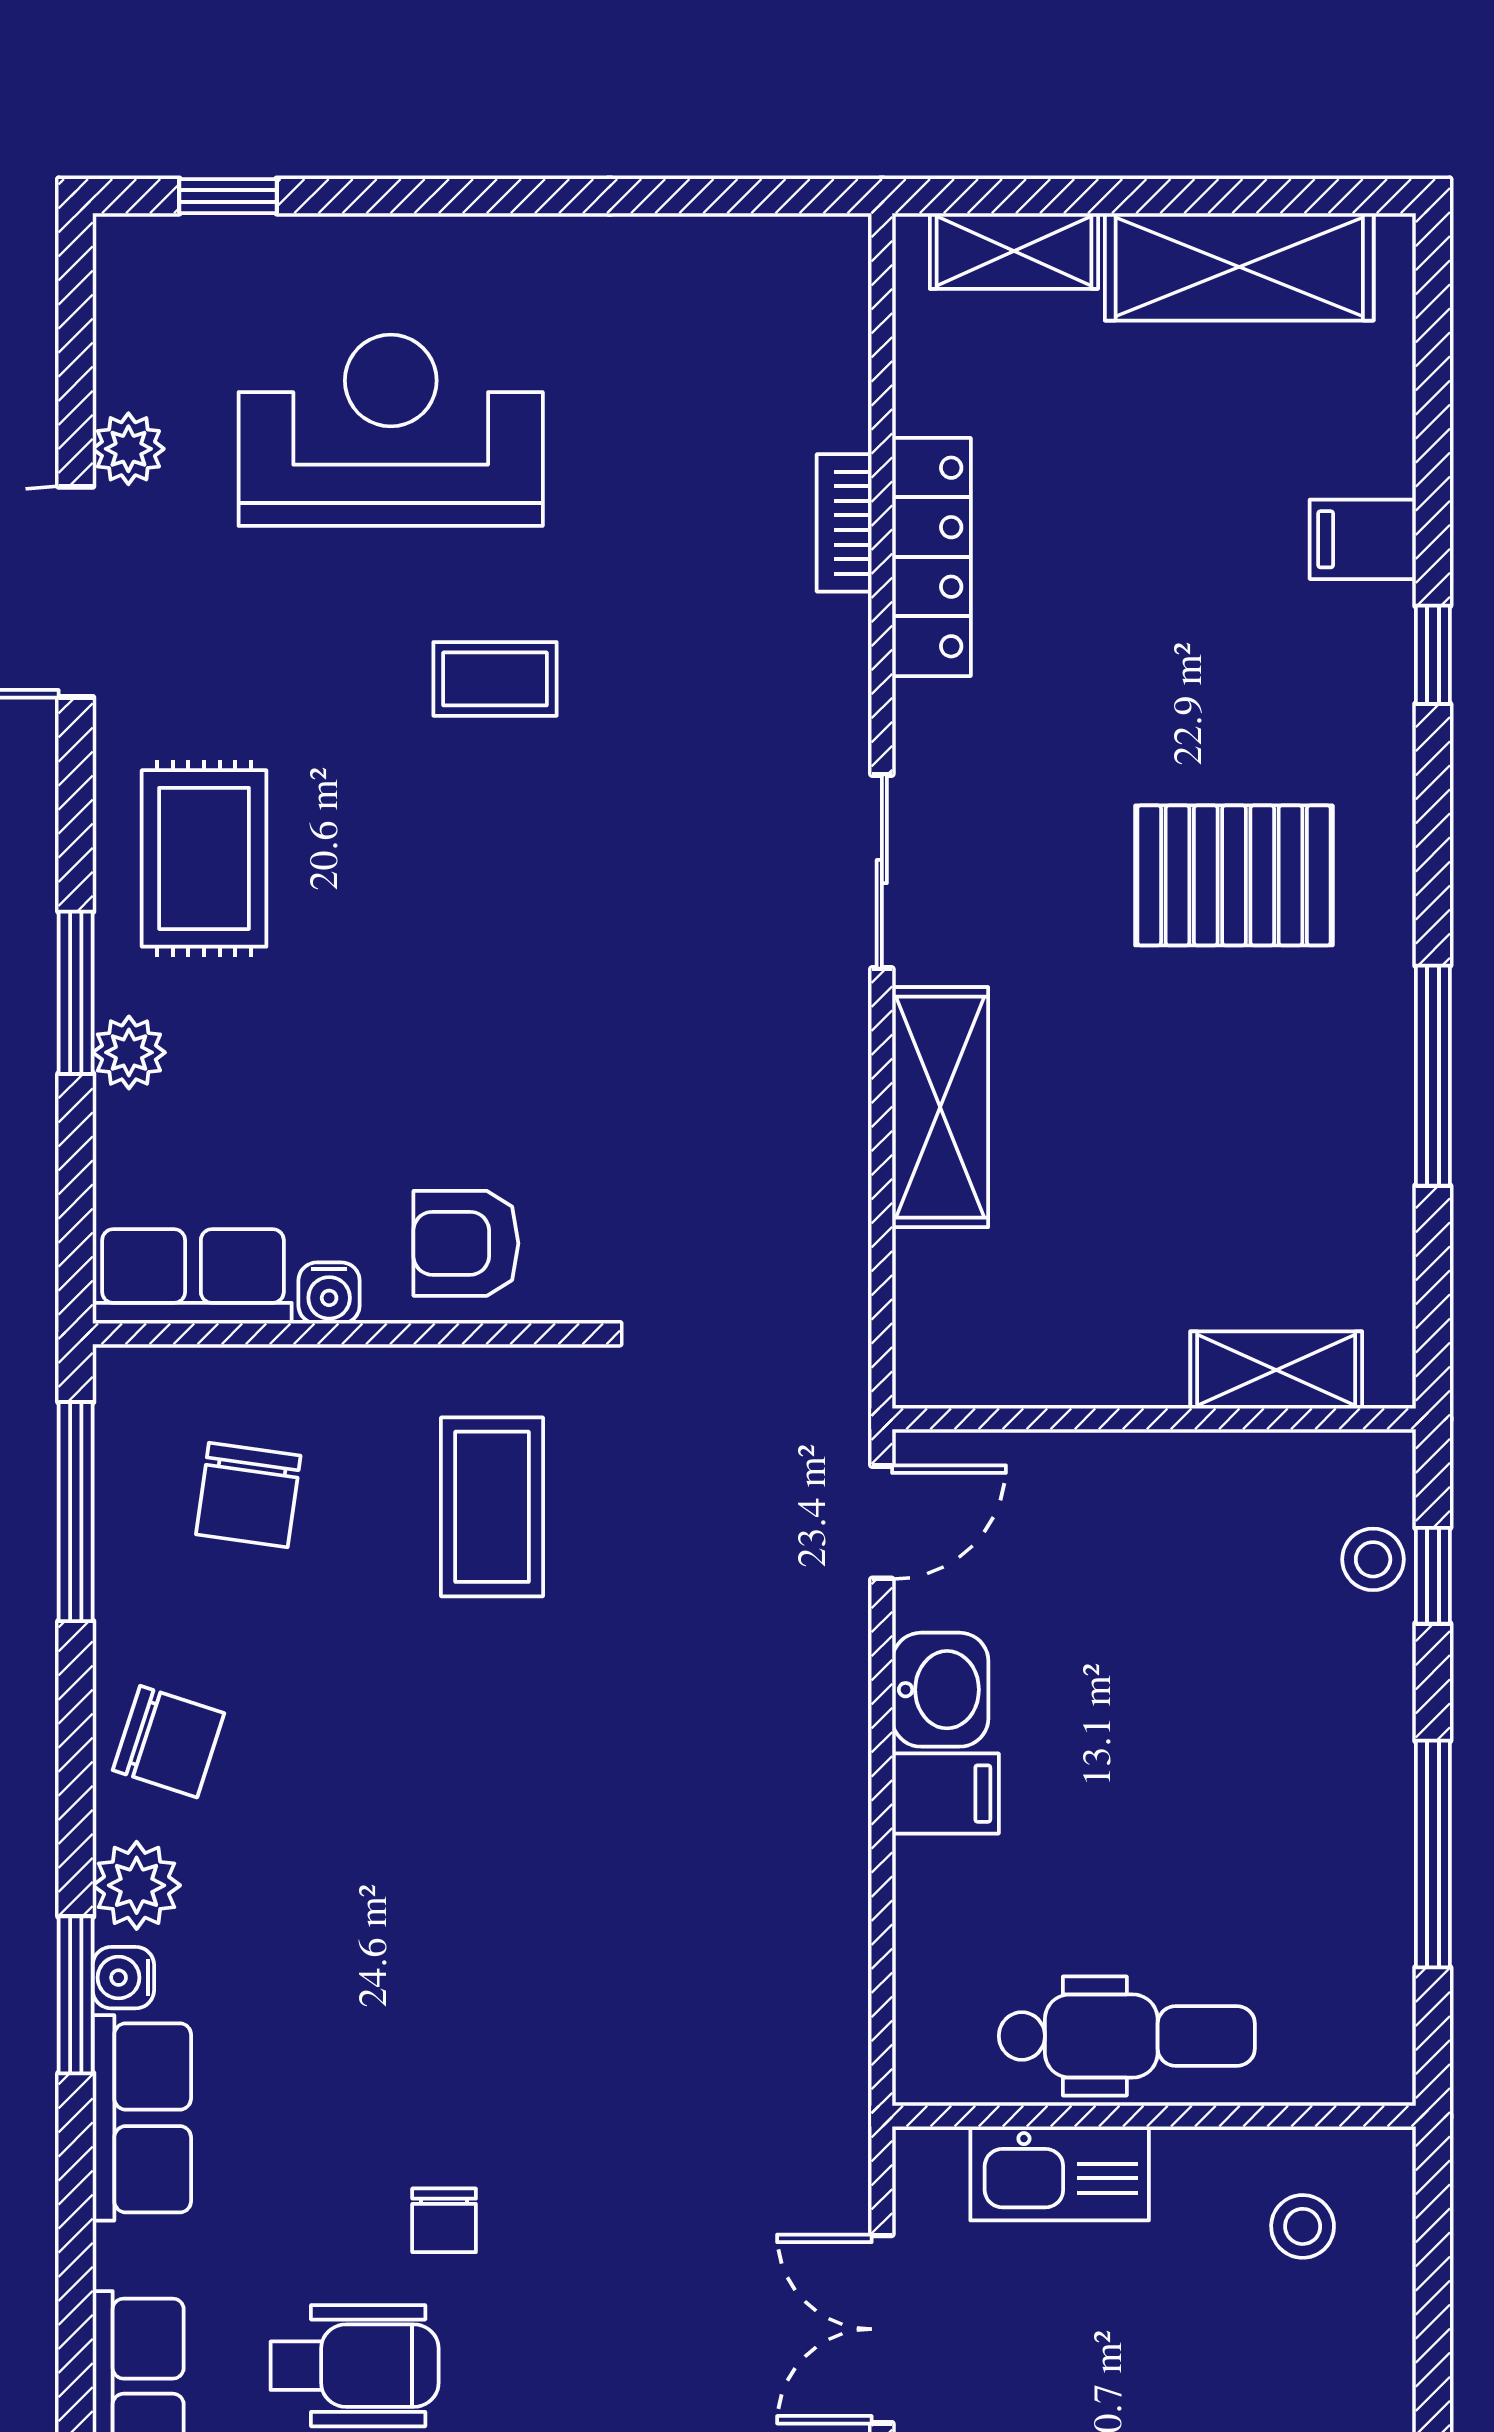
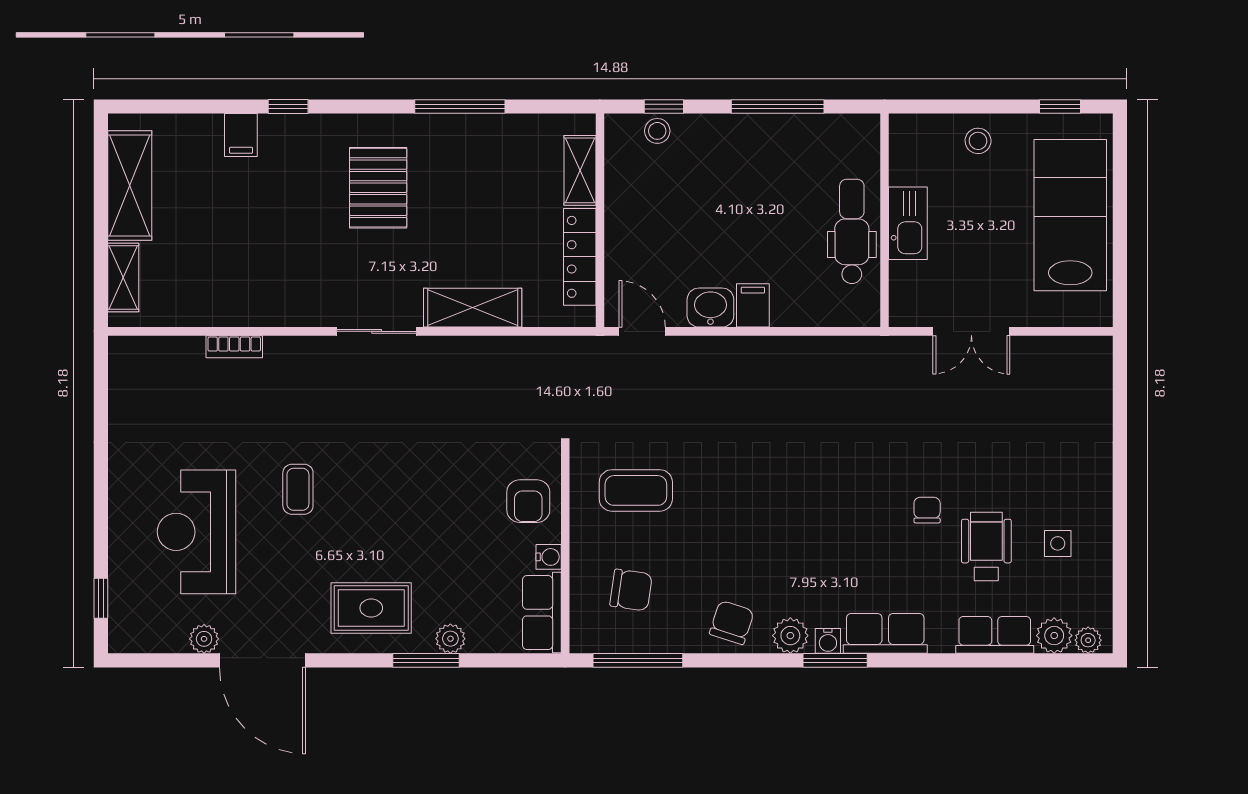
locker: (931, 557) -> (580, 257), moved, turned -90
kitchen sink: (1060, 2173) -> (908, 223), moved
chair: (444, 2220) -> (927, 510), turned -90
stool: (1303, 2226) -> (978, 141), moved

